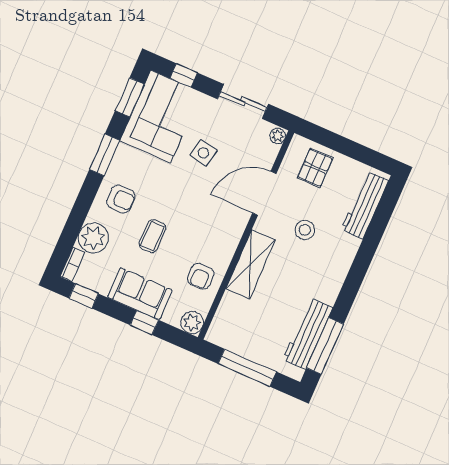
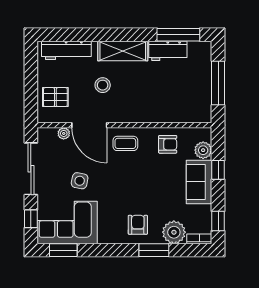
sliding door: (243, 101) -> (31, 169), width x1.37
plant: (278, 136) -> (64, 133), moved
window: (105, 155) -> (154, 250), moved
coffee table: (153, 236) -> (125, 143), moved
shelving: (251, 264) -> (123, 51), moved
plant: (192, 323) -> (203, 150), moved
workbench: (308, 334) -> (168, 51), width x0.73

